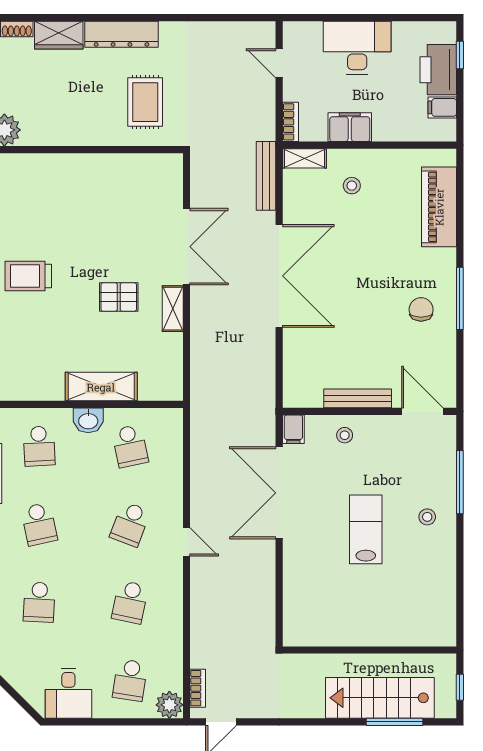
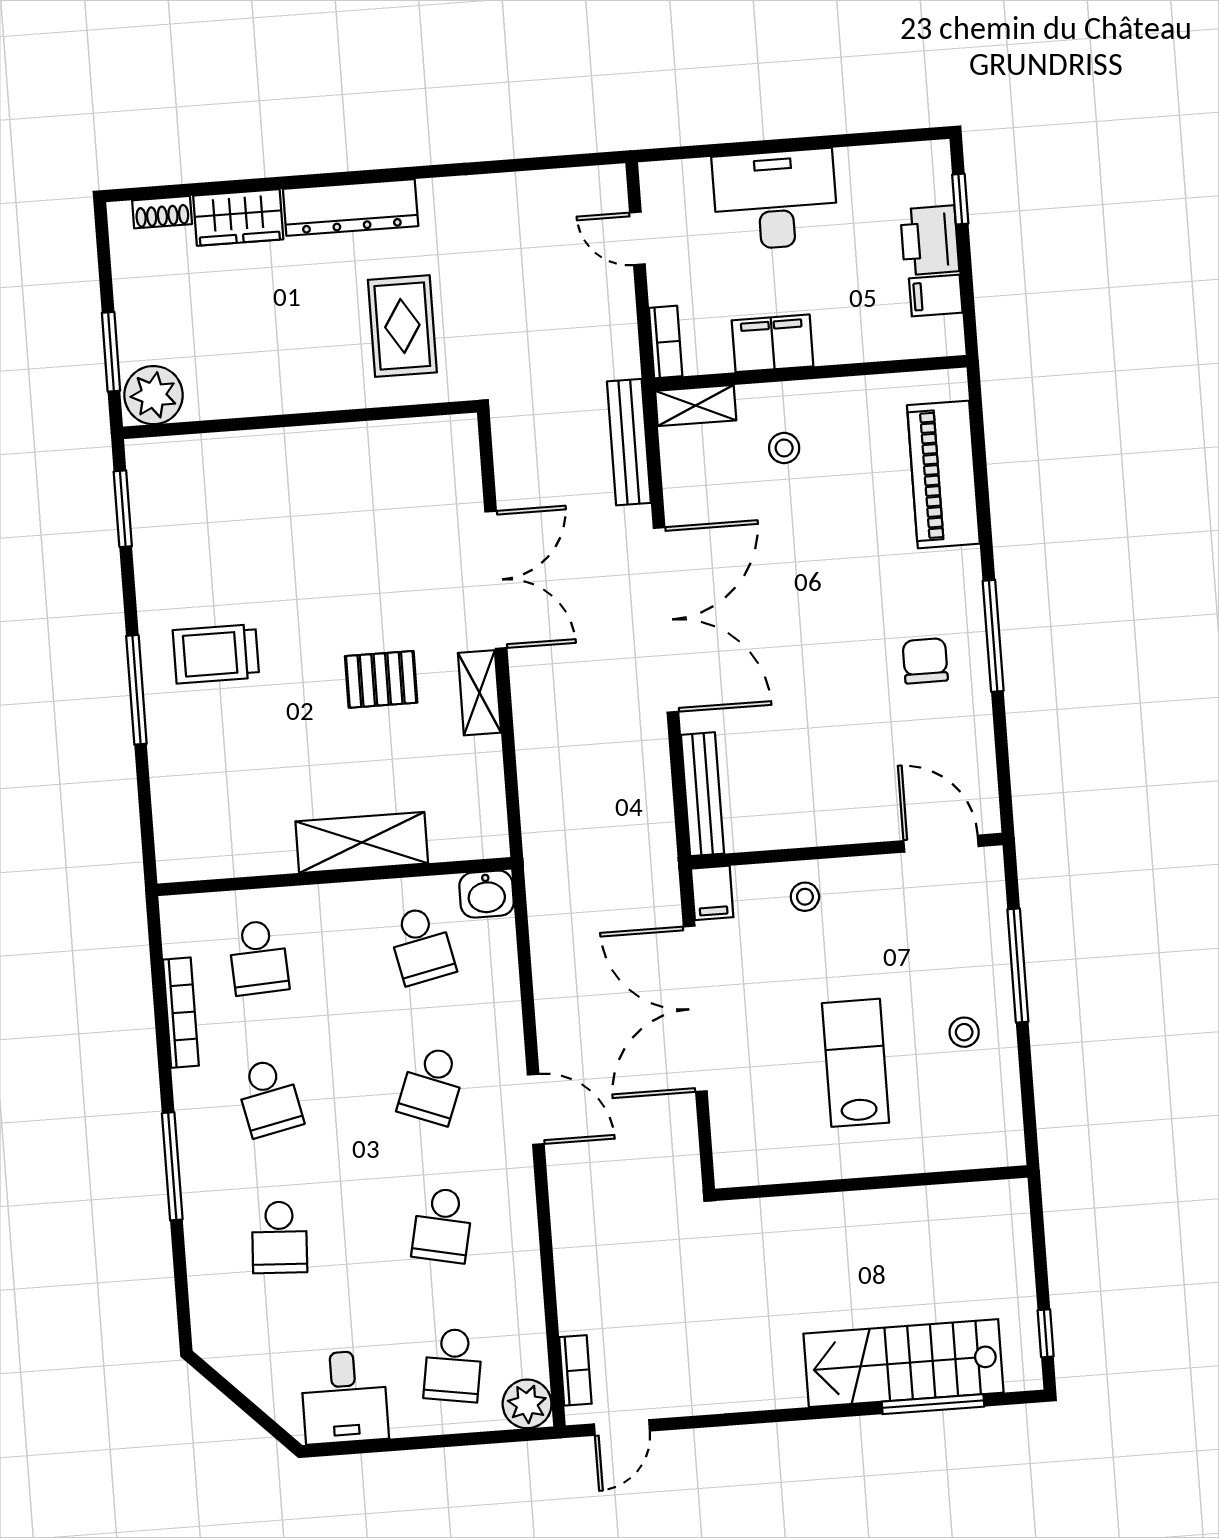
printer: (438, 70) -> (930, 240), width x0.73, depth x0.84
bench: (358, 398) -> (702, 794), moved, turned 90
washbasin: (88, 420) -> (487, 894), moved
door: (187, 542) -> (536, 1109), width x1.38
wall: (369, 650) -> (871, 1183), moved

